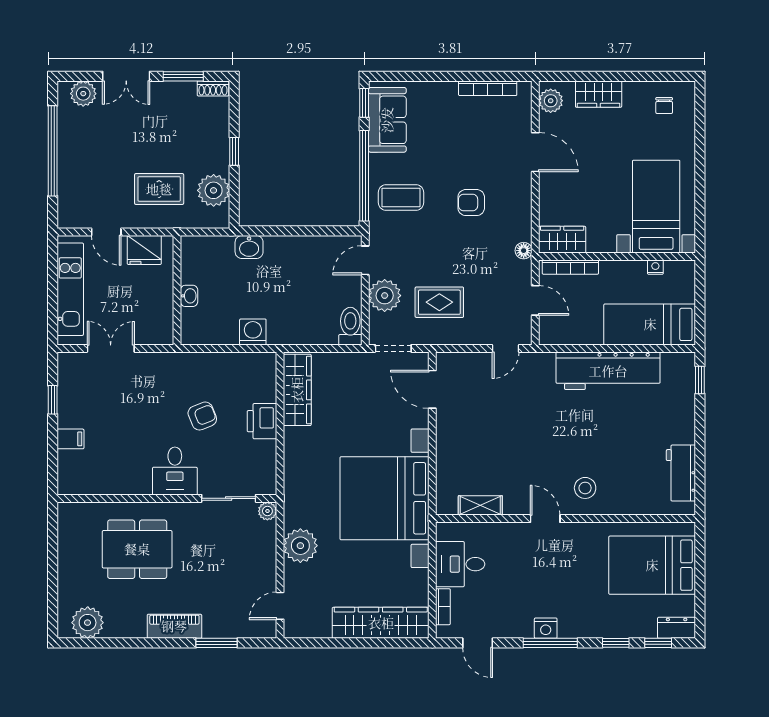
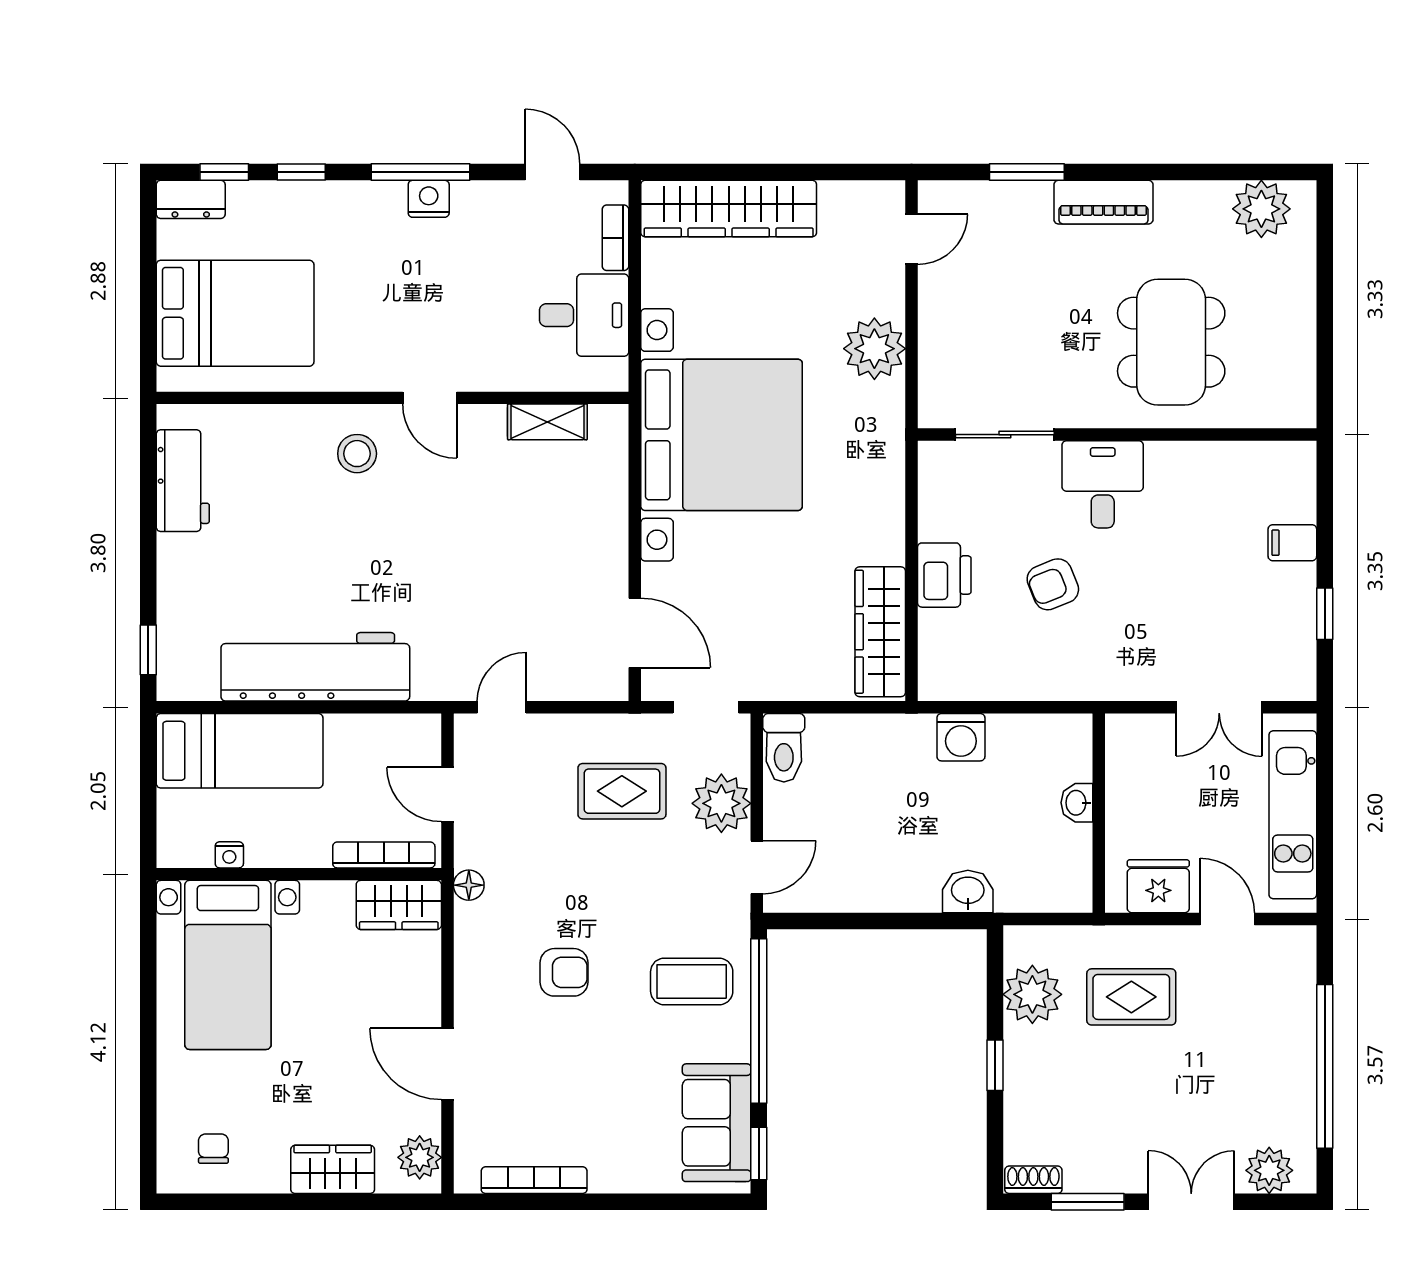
plant: (267, 511) -> (934, 412), removed
dining table: (137, 549) -> (1171, 342), turned 90

